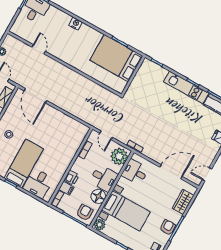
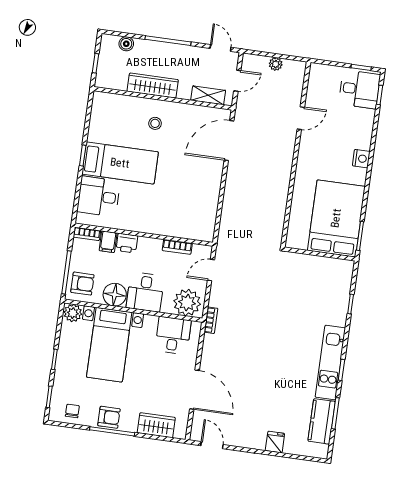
bed: (116, 58) -> (336, 218), moved
wall: (133, 76) -> (320, 254), moved

